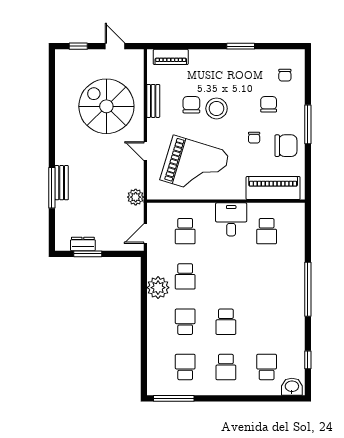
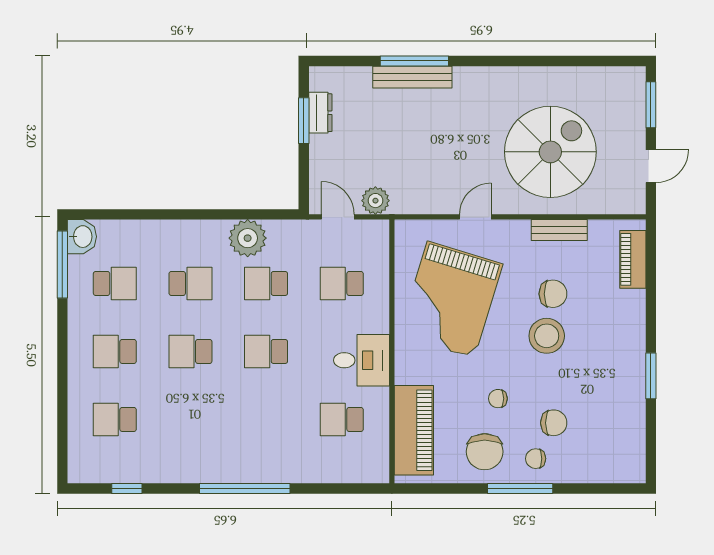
window: (78, 46) -> (651, 105), width x1.50
chair: (285, 75) -> (536, 459), moved
bench: (62, 183) -> (412, 77), width x1.36
plant: (136, 197) -> (375, 201), moved
school desk: (226, 276) -> (266, 351), added
school desk: (267, 367) -> (115, 419), turned 180
washbasin: (292, 387) -> (82, 237), moved

